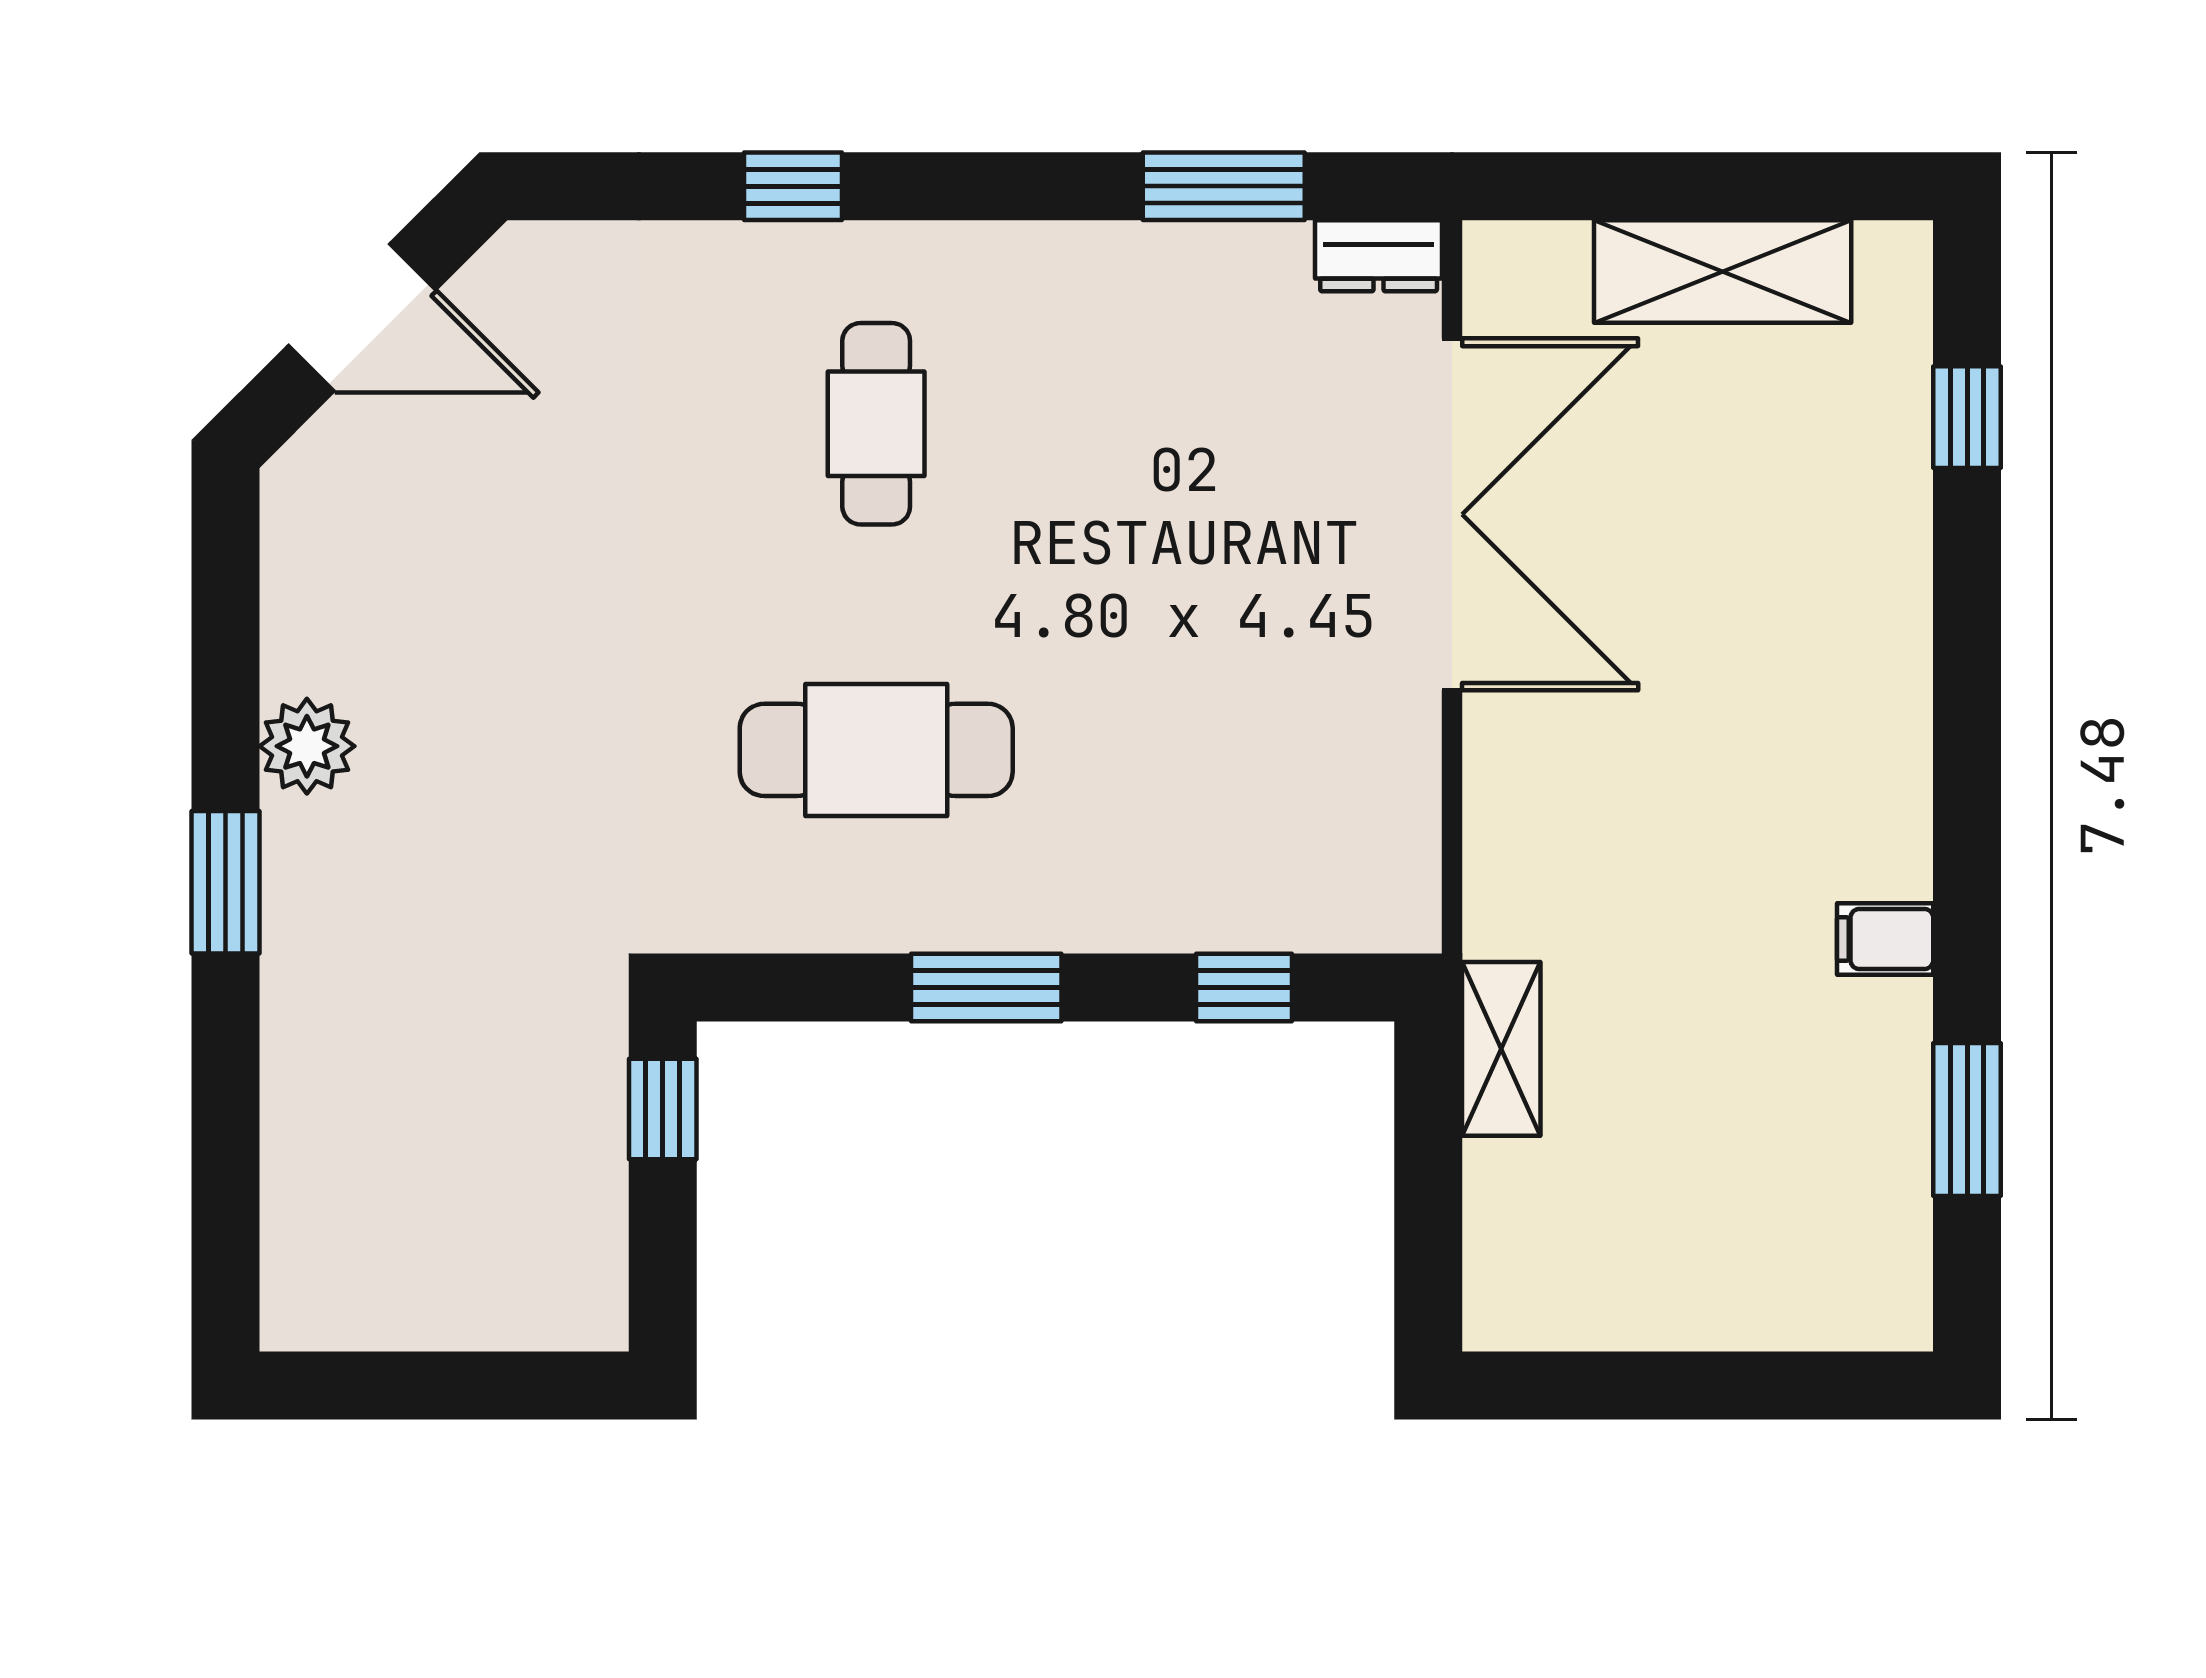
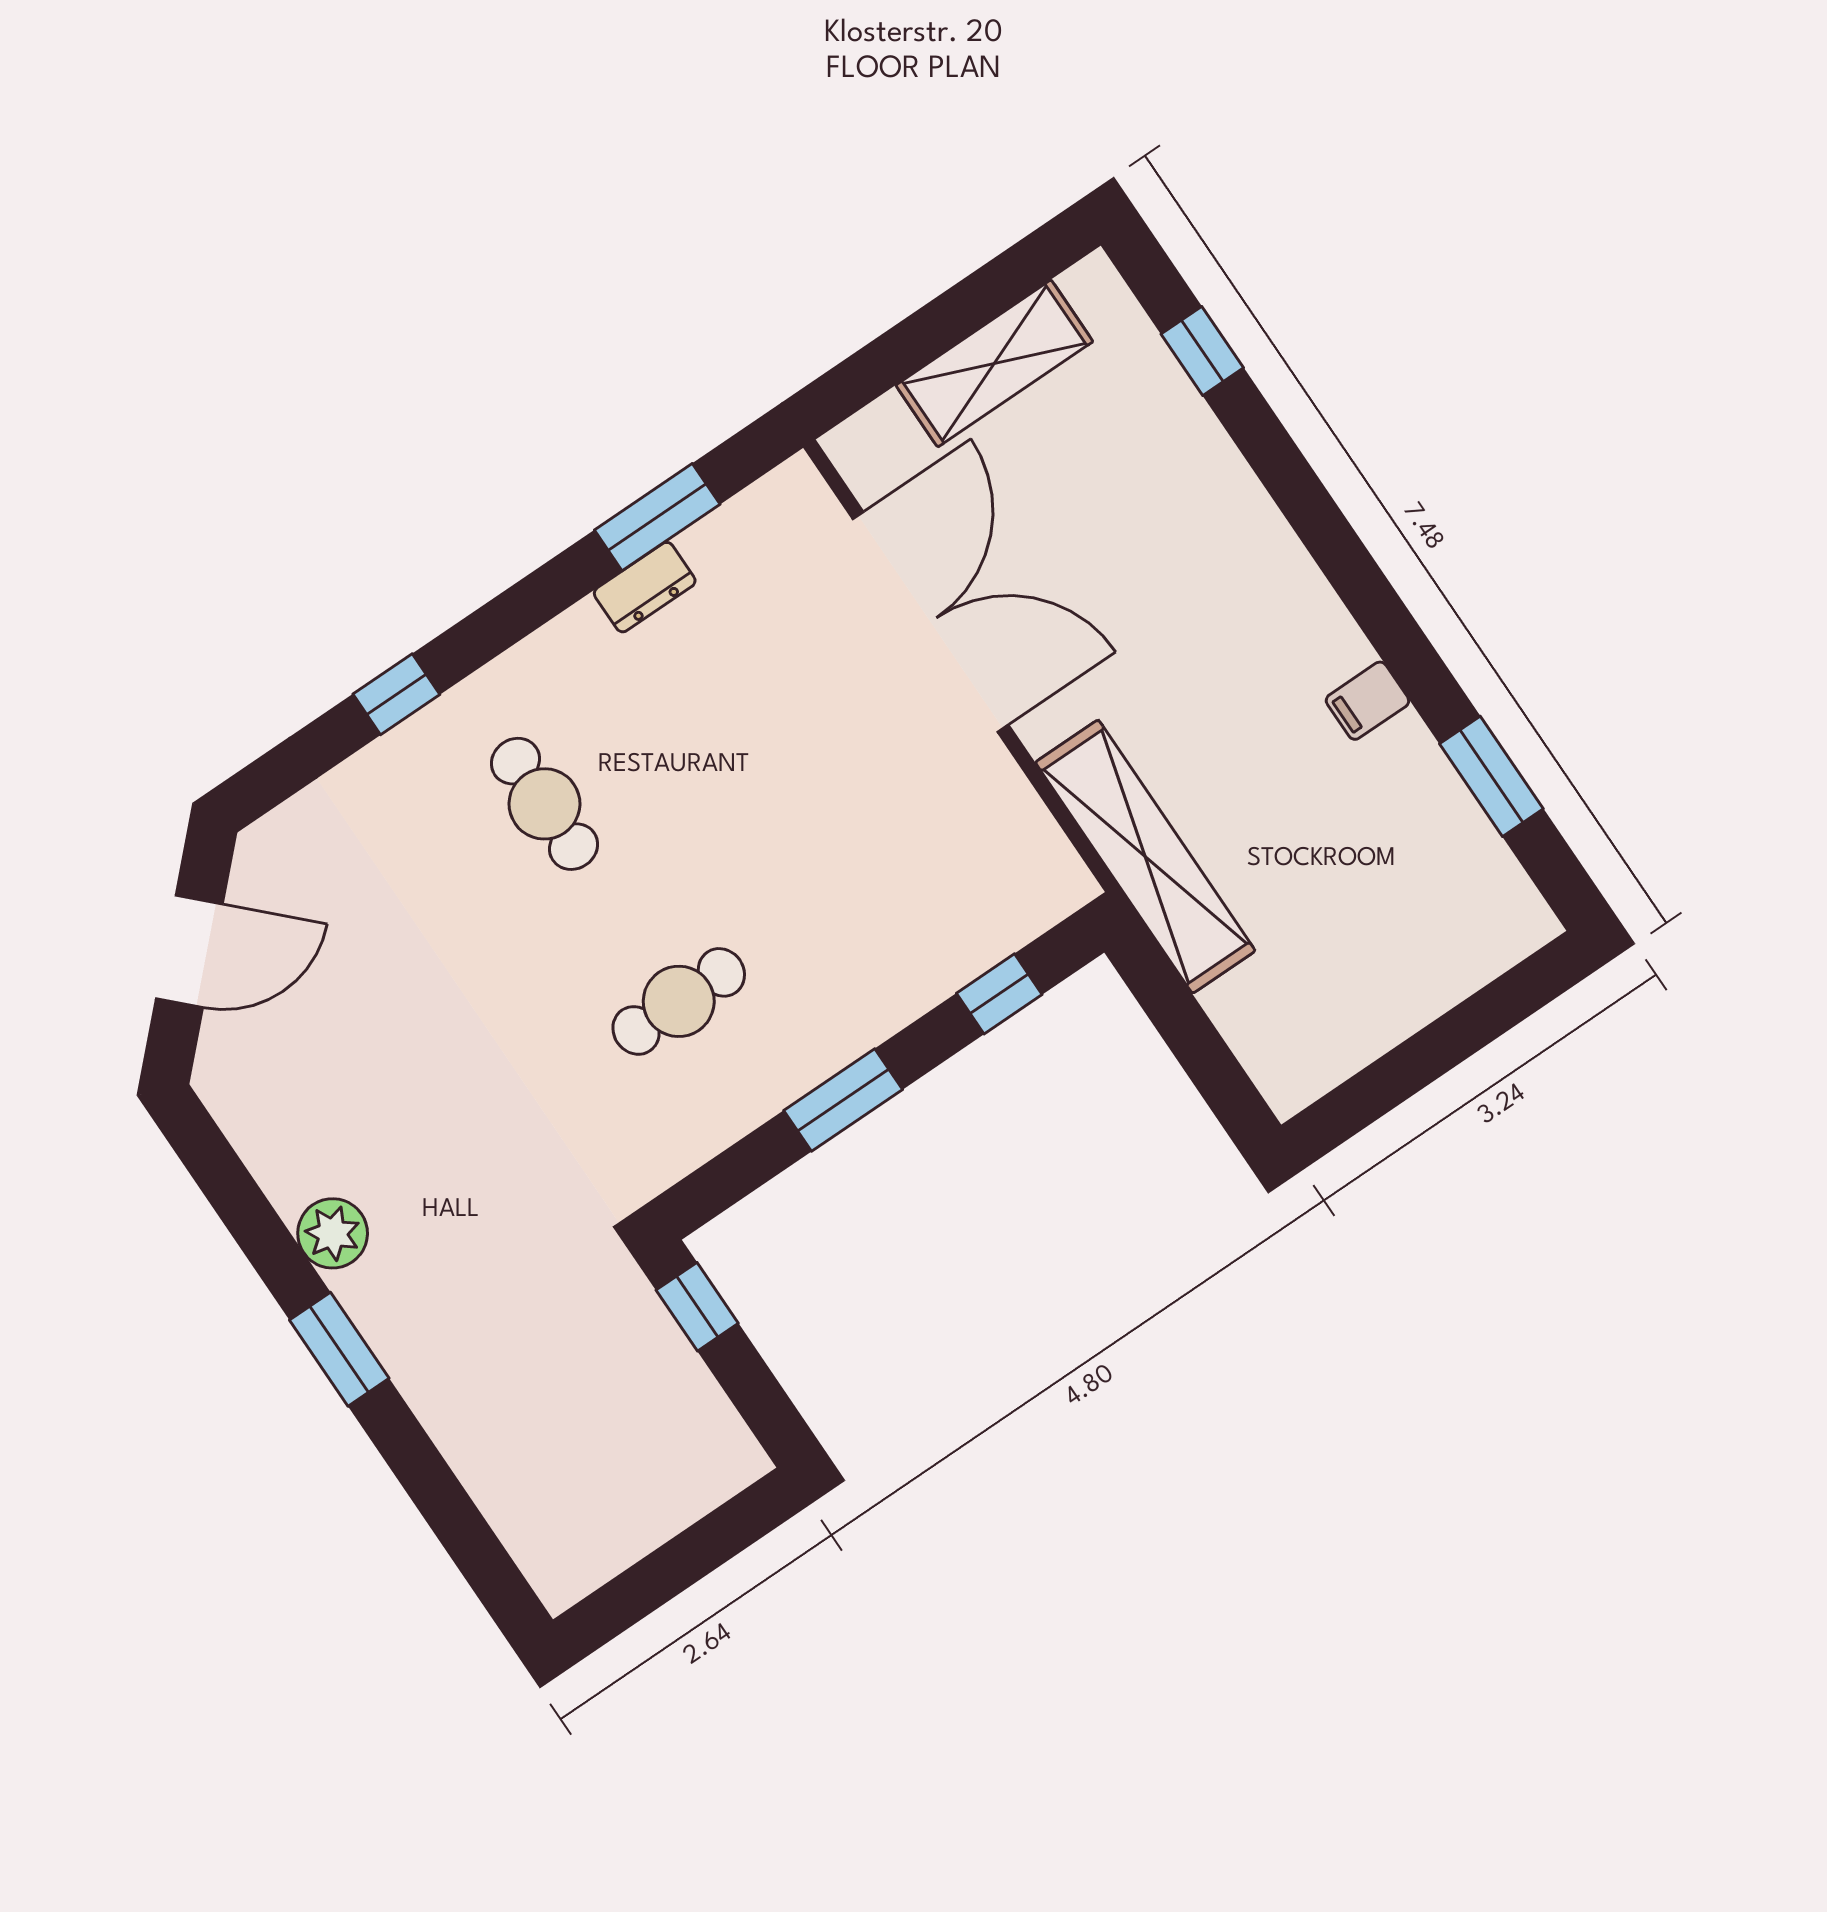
dresser: (1379, 256) -> (645, 587), moved
cafe table: (876, 750) -> (679, 1001), width x0.73, depth x0.74
shelving: (1501, 1049) -> (1145, 857), width x2.20, depth x1.33

